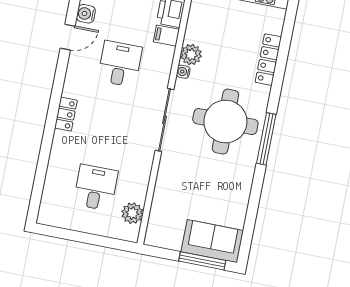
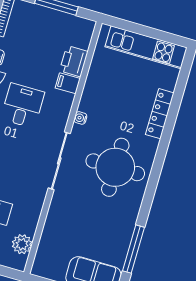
plant: (191, 55) -> (89, 103), removed
window: (266, 139) -> (133, 249), moved

